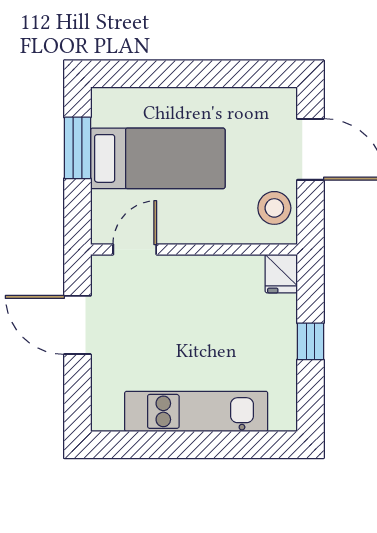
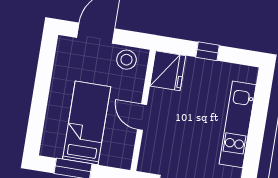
door: (135, 249) -> (142, 117), moved
fridge: (281, 274) -> (168, 71), width x1.88, depth x1.34

